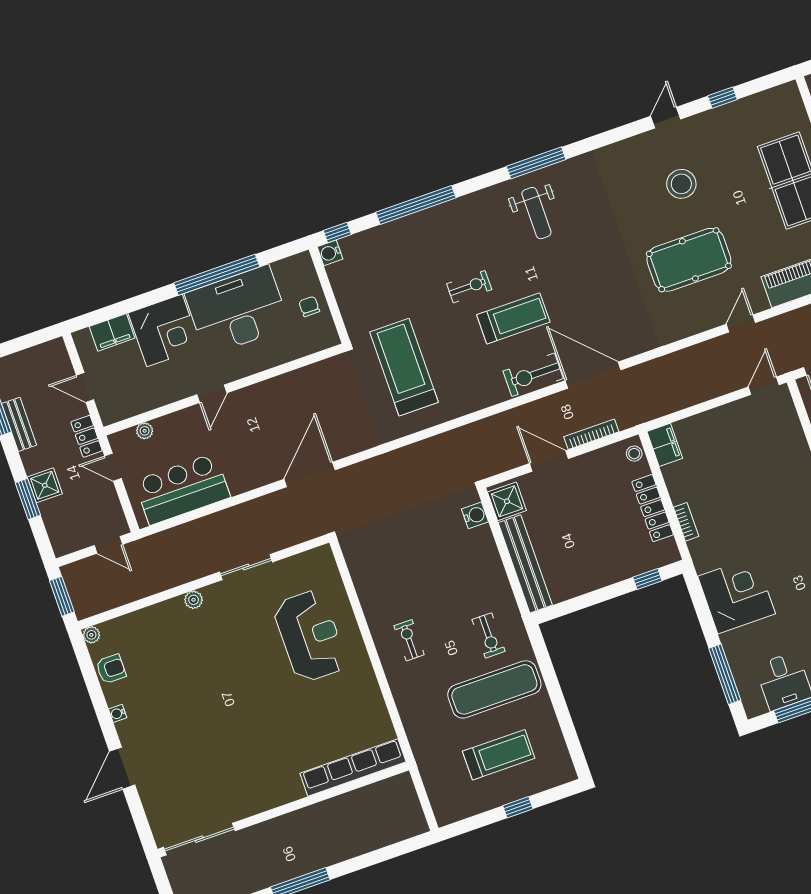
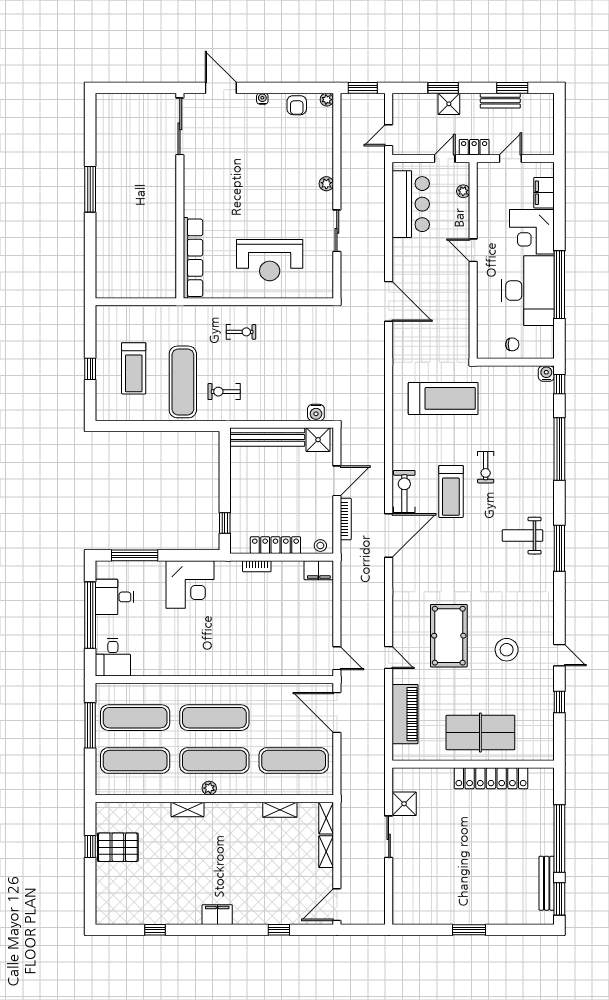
row of seats: (353, 768) -> (193, 258), moved
wall: (283, 810) -> (180, 196), moved
sliding door: (199, 839) -> (180, 126), moved

